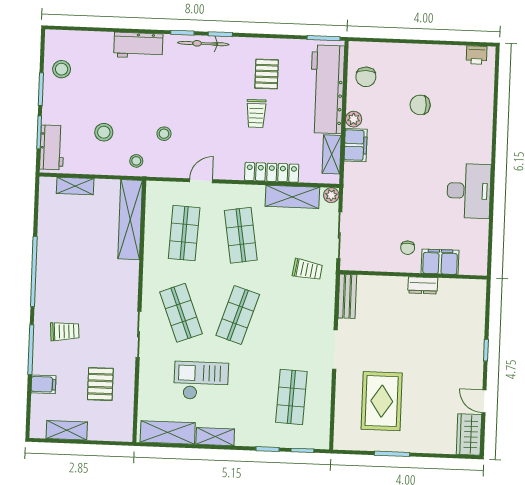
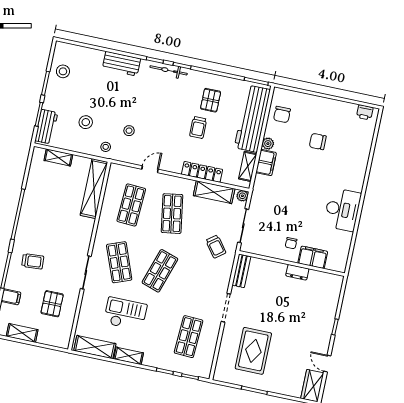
trolley: (307, 270) -> (216, 247), turned 44

